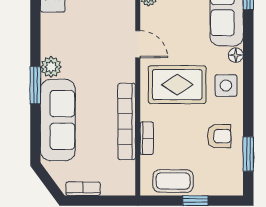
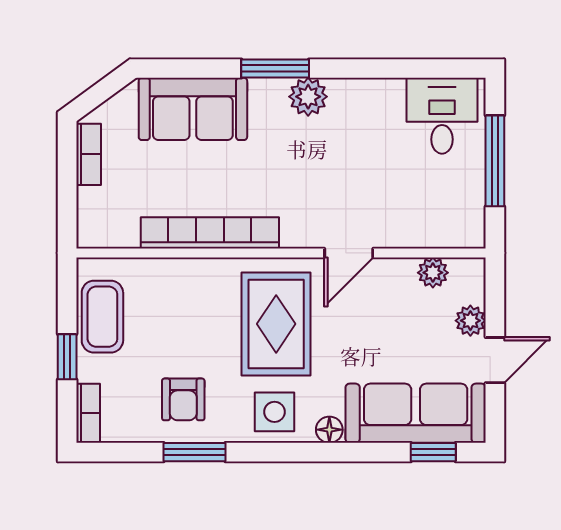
sofa: (58, 120) -> (193, 109), width x0.73
bookcase: (147, 138) -> (88, 413), moved, turned -90
window: (248, 154) -> (195, 452), moved

